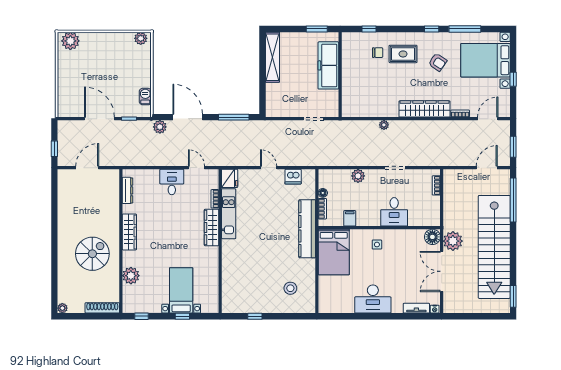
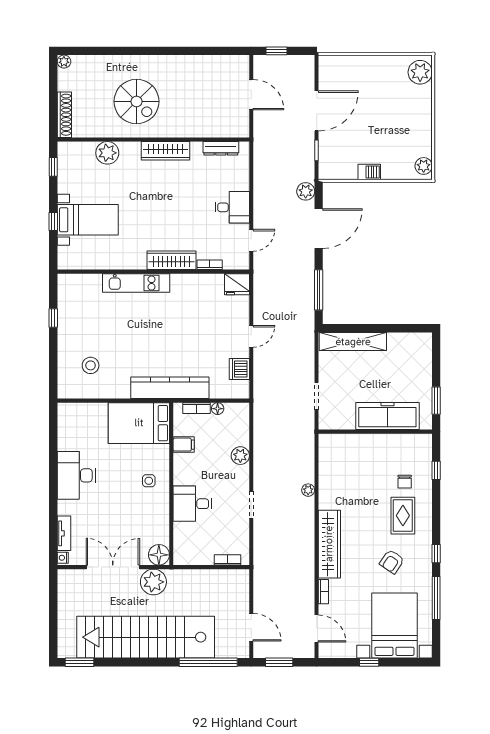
shelving: (272, 57) -> (353, 342), moved
barbecue: (145, 97) -> (369, 172), moved
kitchen unit: (229, 214) -> (136, 283), moved

